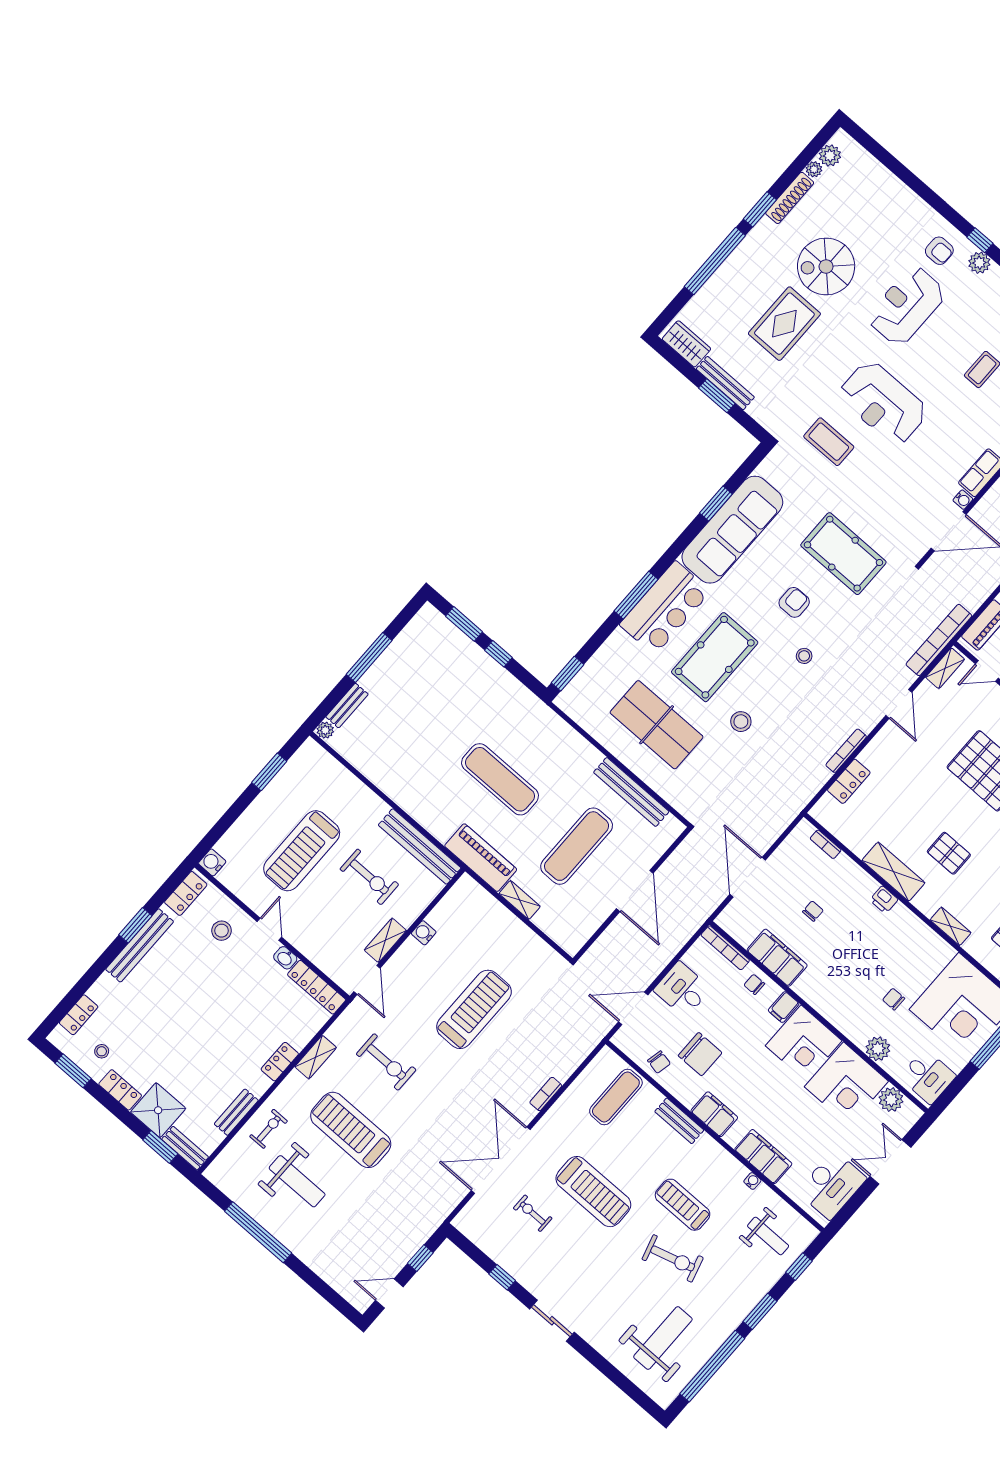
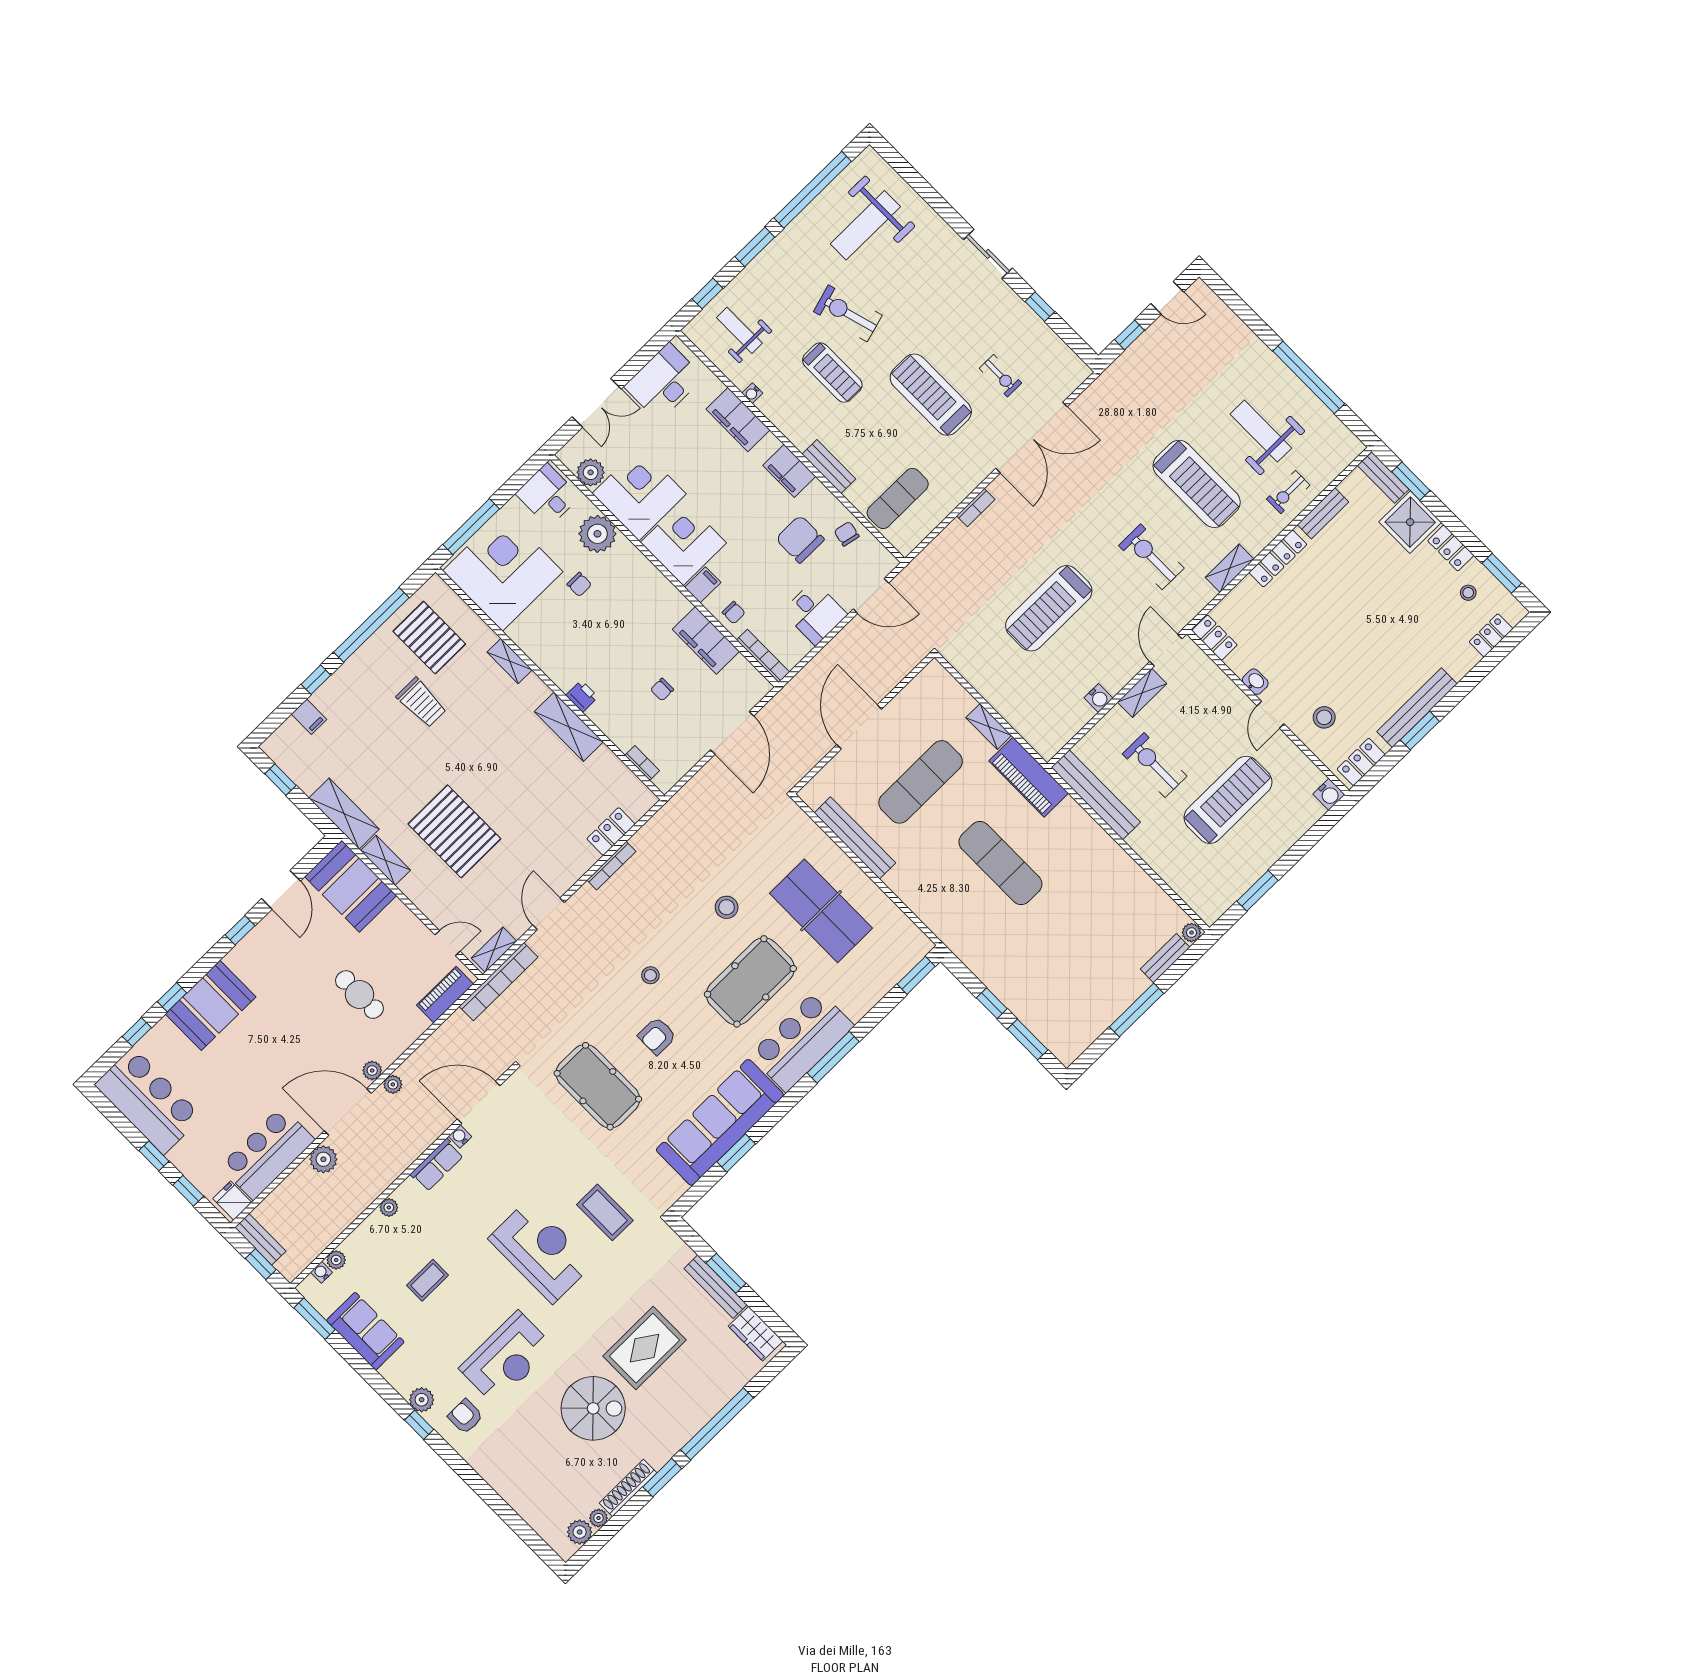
pallet: (949, 853) -> (505, 743), removed
locker: (317, 987) -> (1215, 638), width x0.66
plant: (878, 1049) -> (597, 534), width x1.36, depth x1.36
locker: (280, 1062) -> (1278, 558), width x1.53

